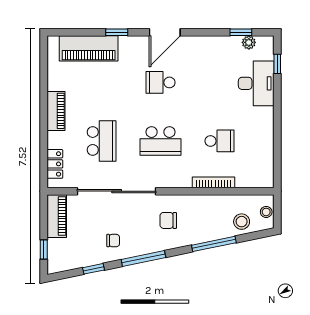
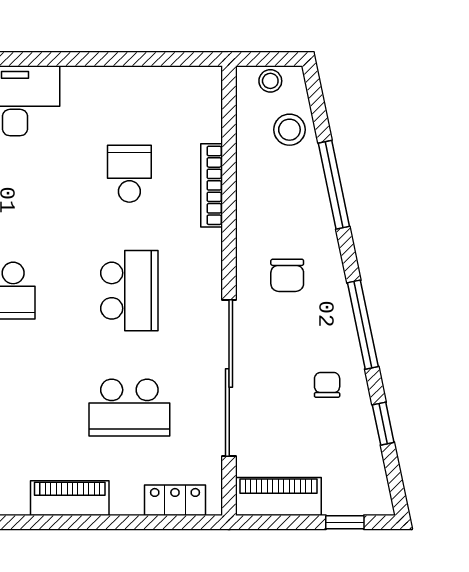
school desk: (102, 141) -> (129, 408), turned 180

